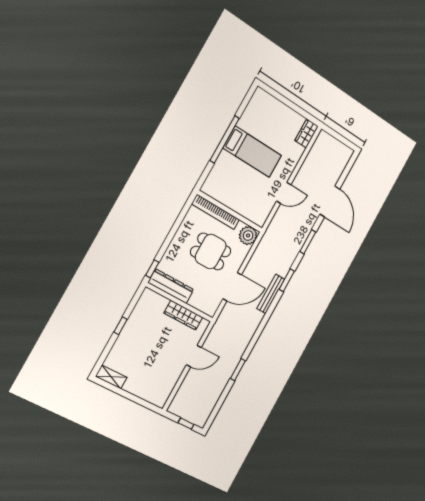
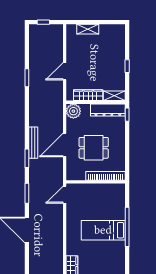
door: (284, 193) -> (65, 195), moved
plant: (248, 236) -> (73, 111), moved
door: (232, 287) -> (65, 145), moved
shelving: (155, 299) -> (114, 96), added
shelving: (111, 377) -> (88, 29), moved

